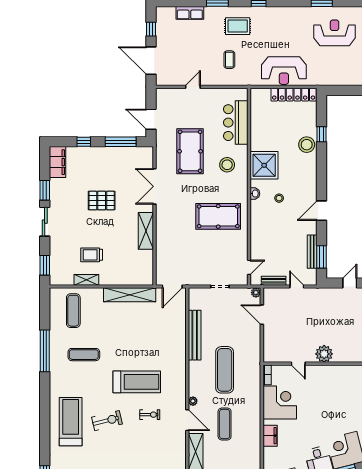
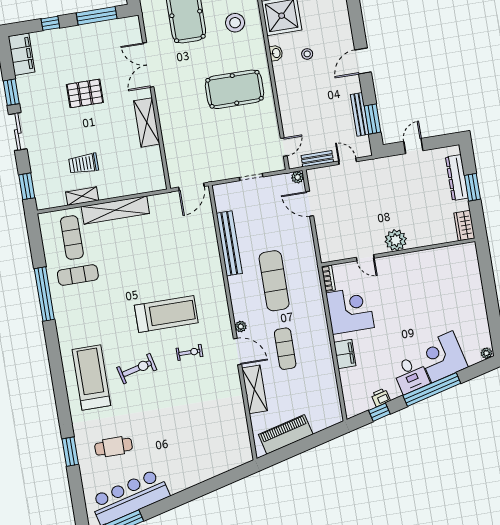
shelving: (130, 295) -> (115, 210), moved
exercise mat: (84, 355) -> (78, 275), moved

